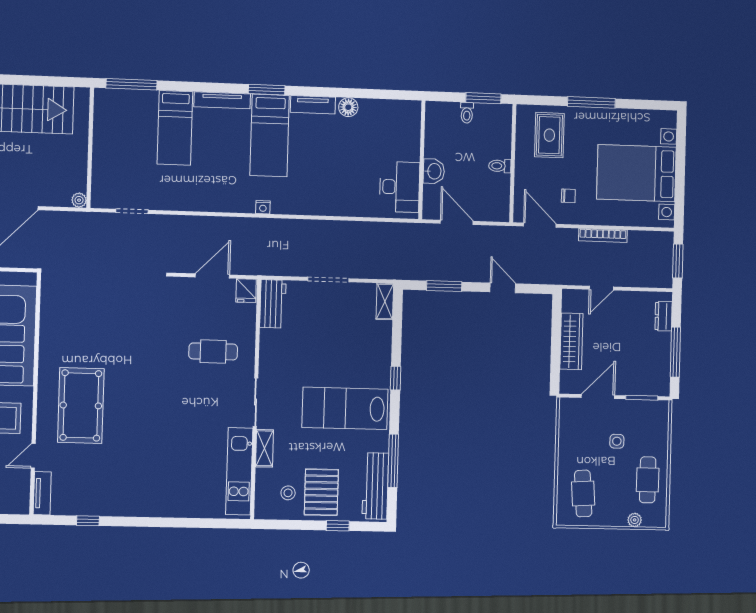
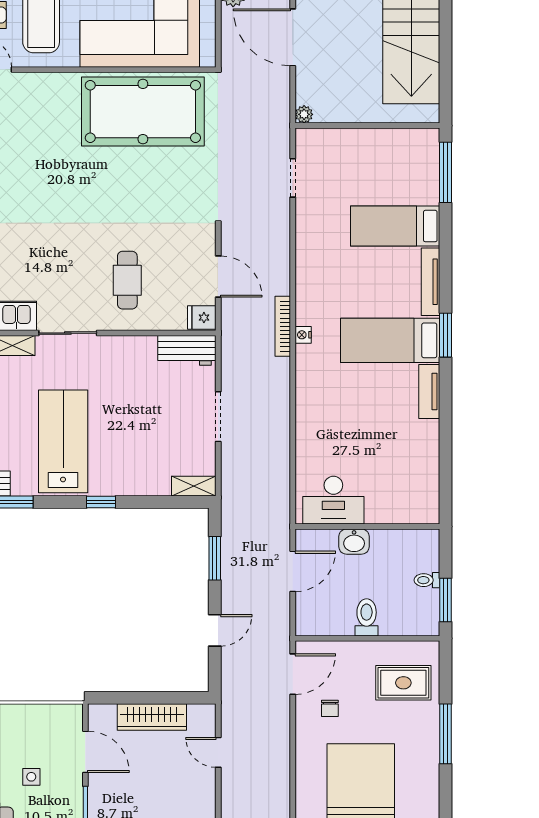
floor lamp: (348, 107) -> (428, 435), removed
toilet: (500, 166) -> (367, 617), width x1.37, depth x1.39
bookcase: (603, 235) -> (283, 326), moved
pool table: (81, 405) -> (143, 112), moved, width x1.36, depth x1.32

